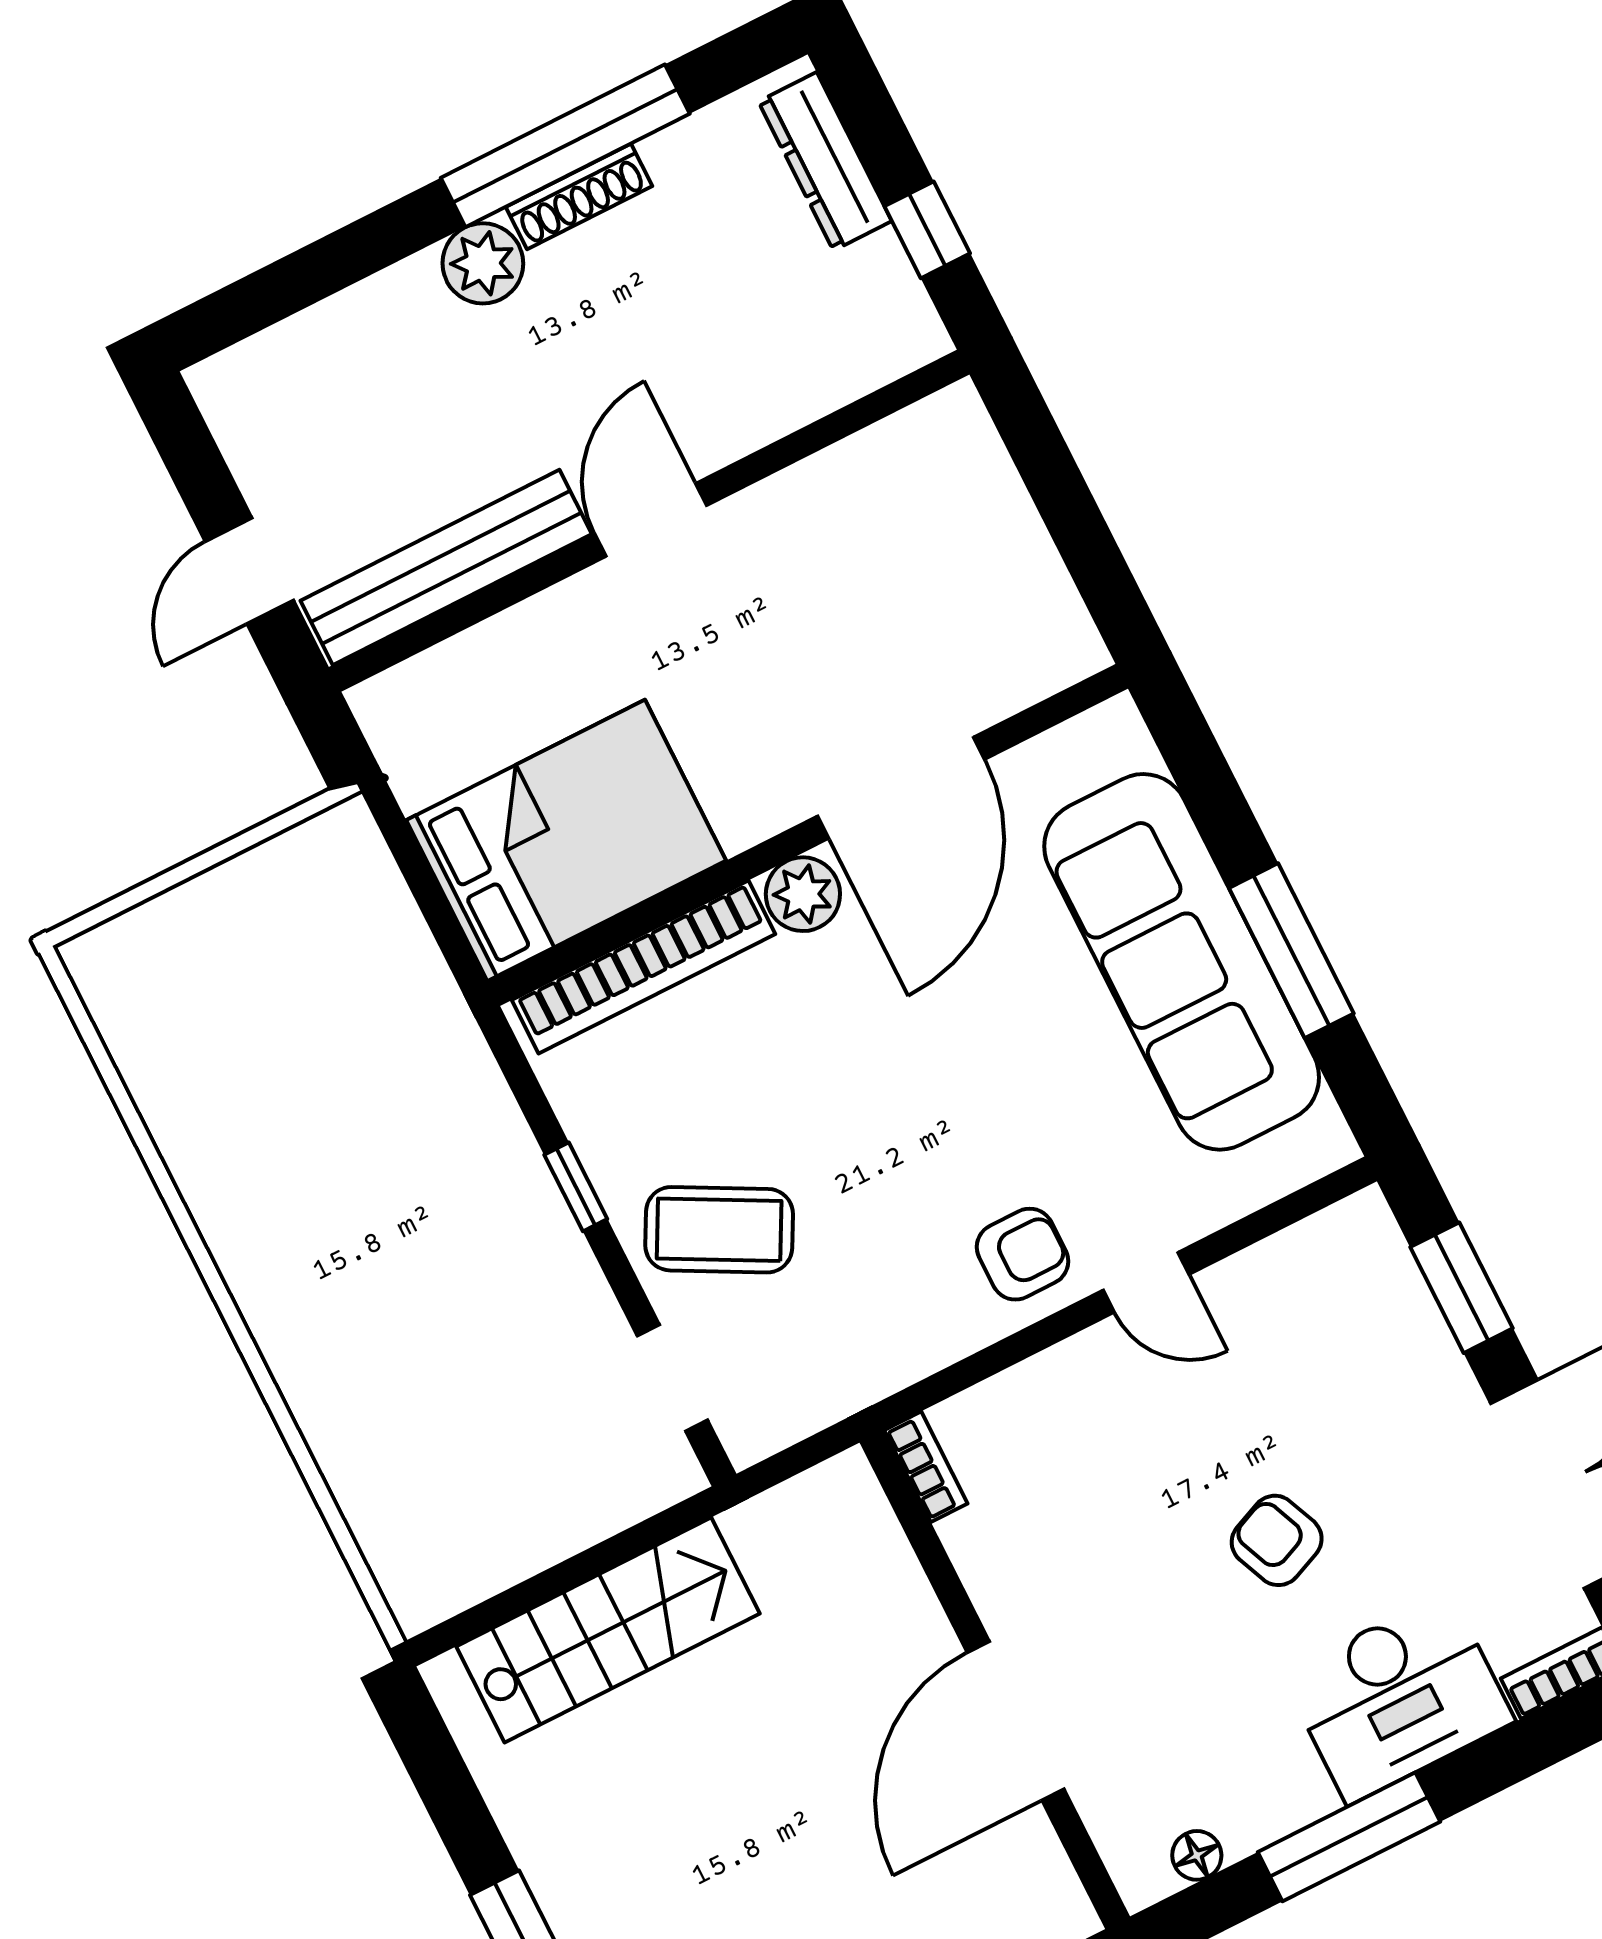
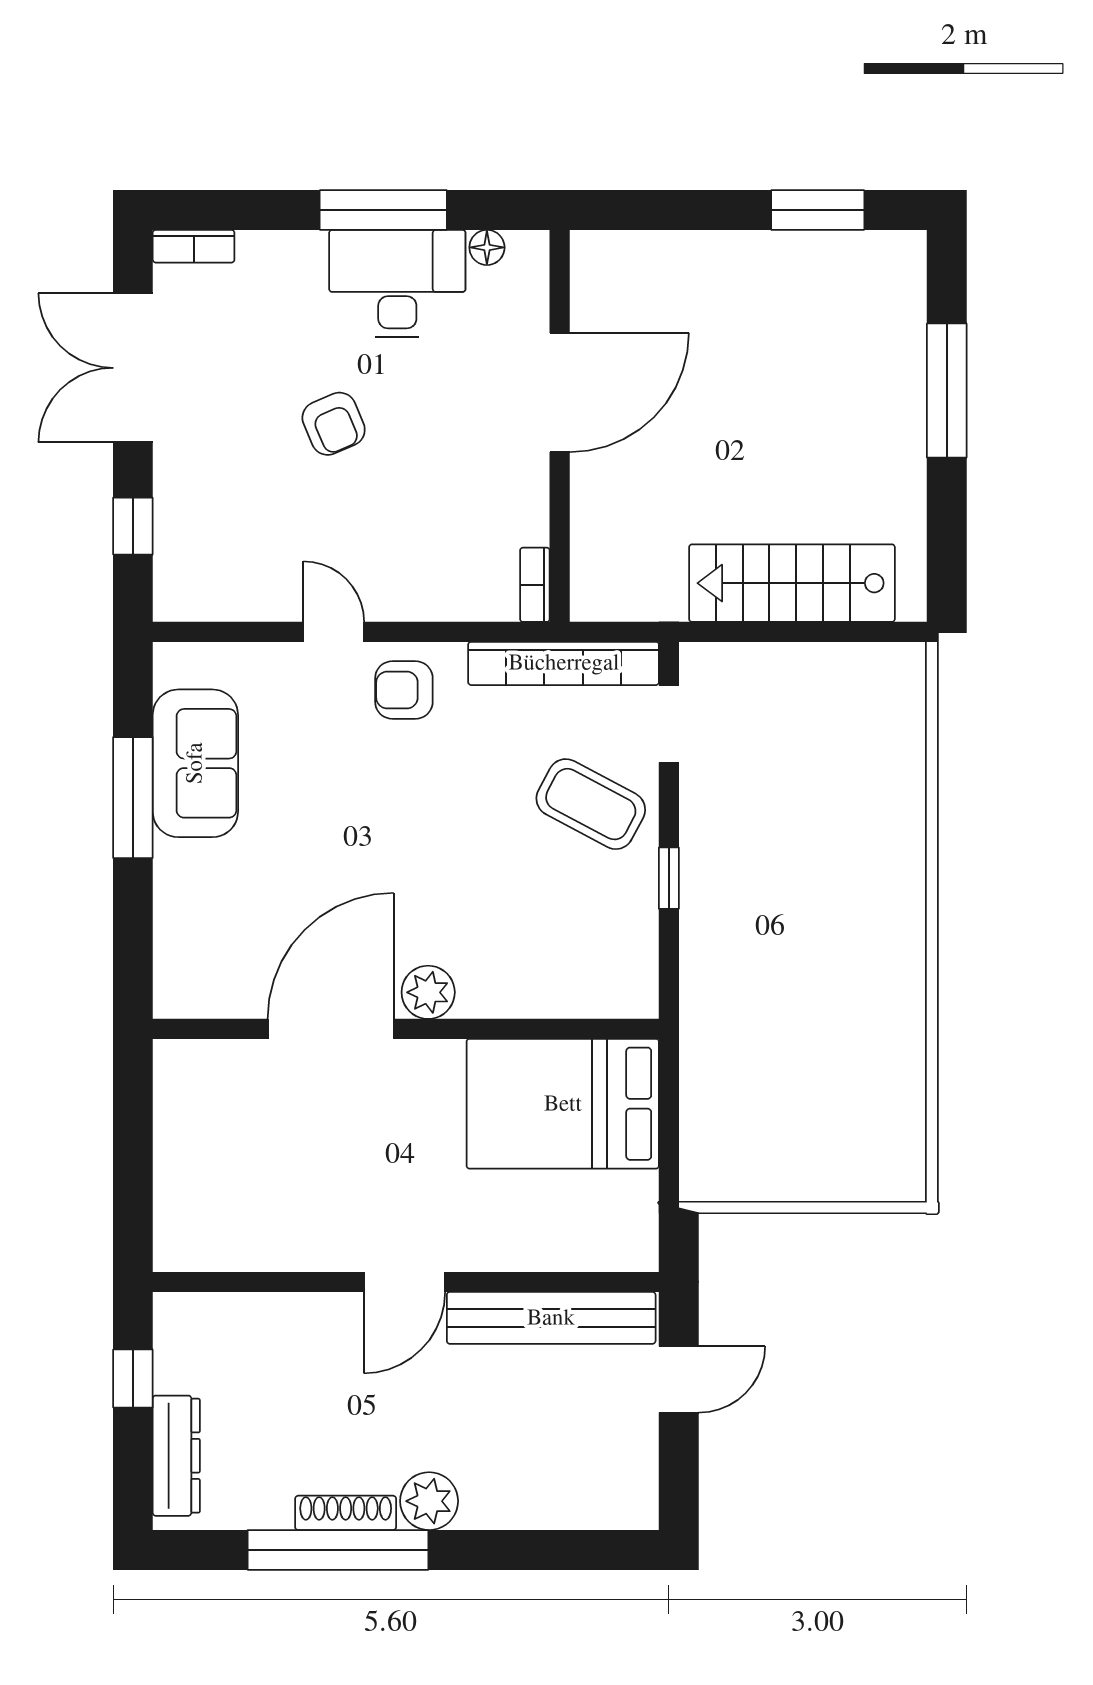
sofa: (1182, 962) -> (195, 763), width x0.54, depth x0.79
bookcase: (644, 967) -> (564, 663), moved, turned 180
window: (1462, 1288) -> (133, 526), width x0.67
desk: (1398, 1698) -> (397, 283), moved

